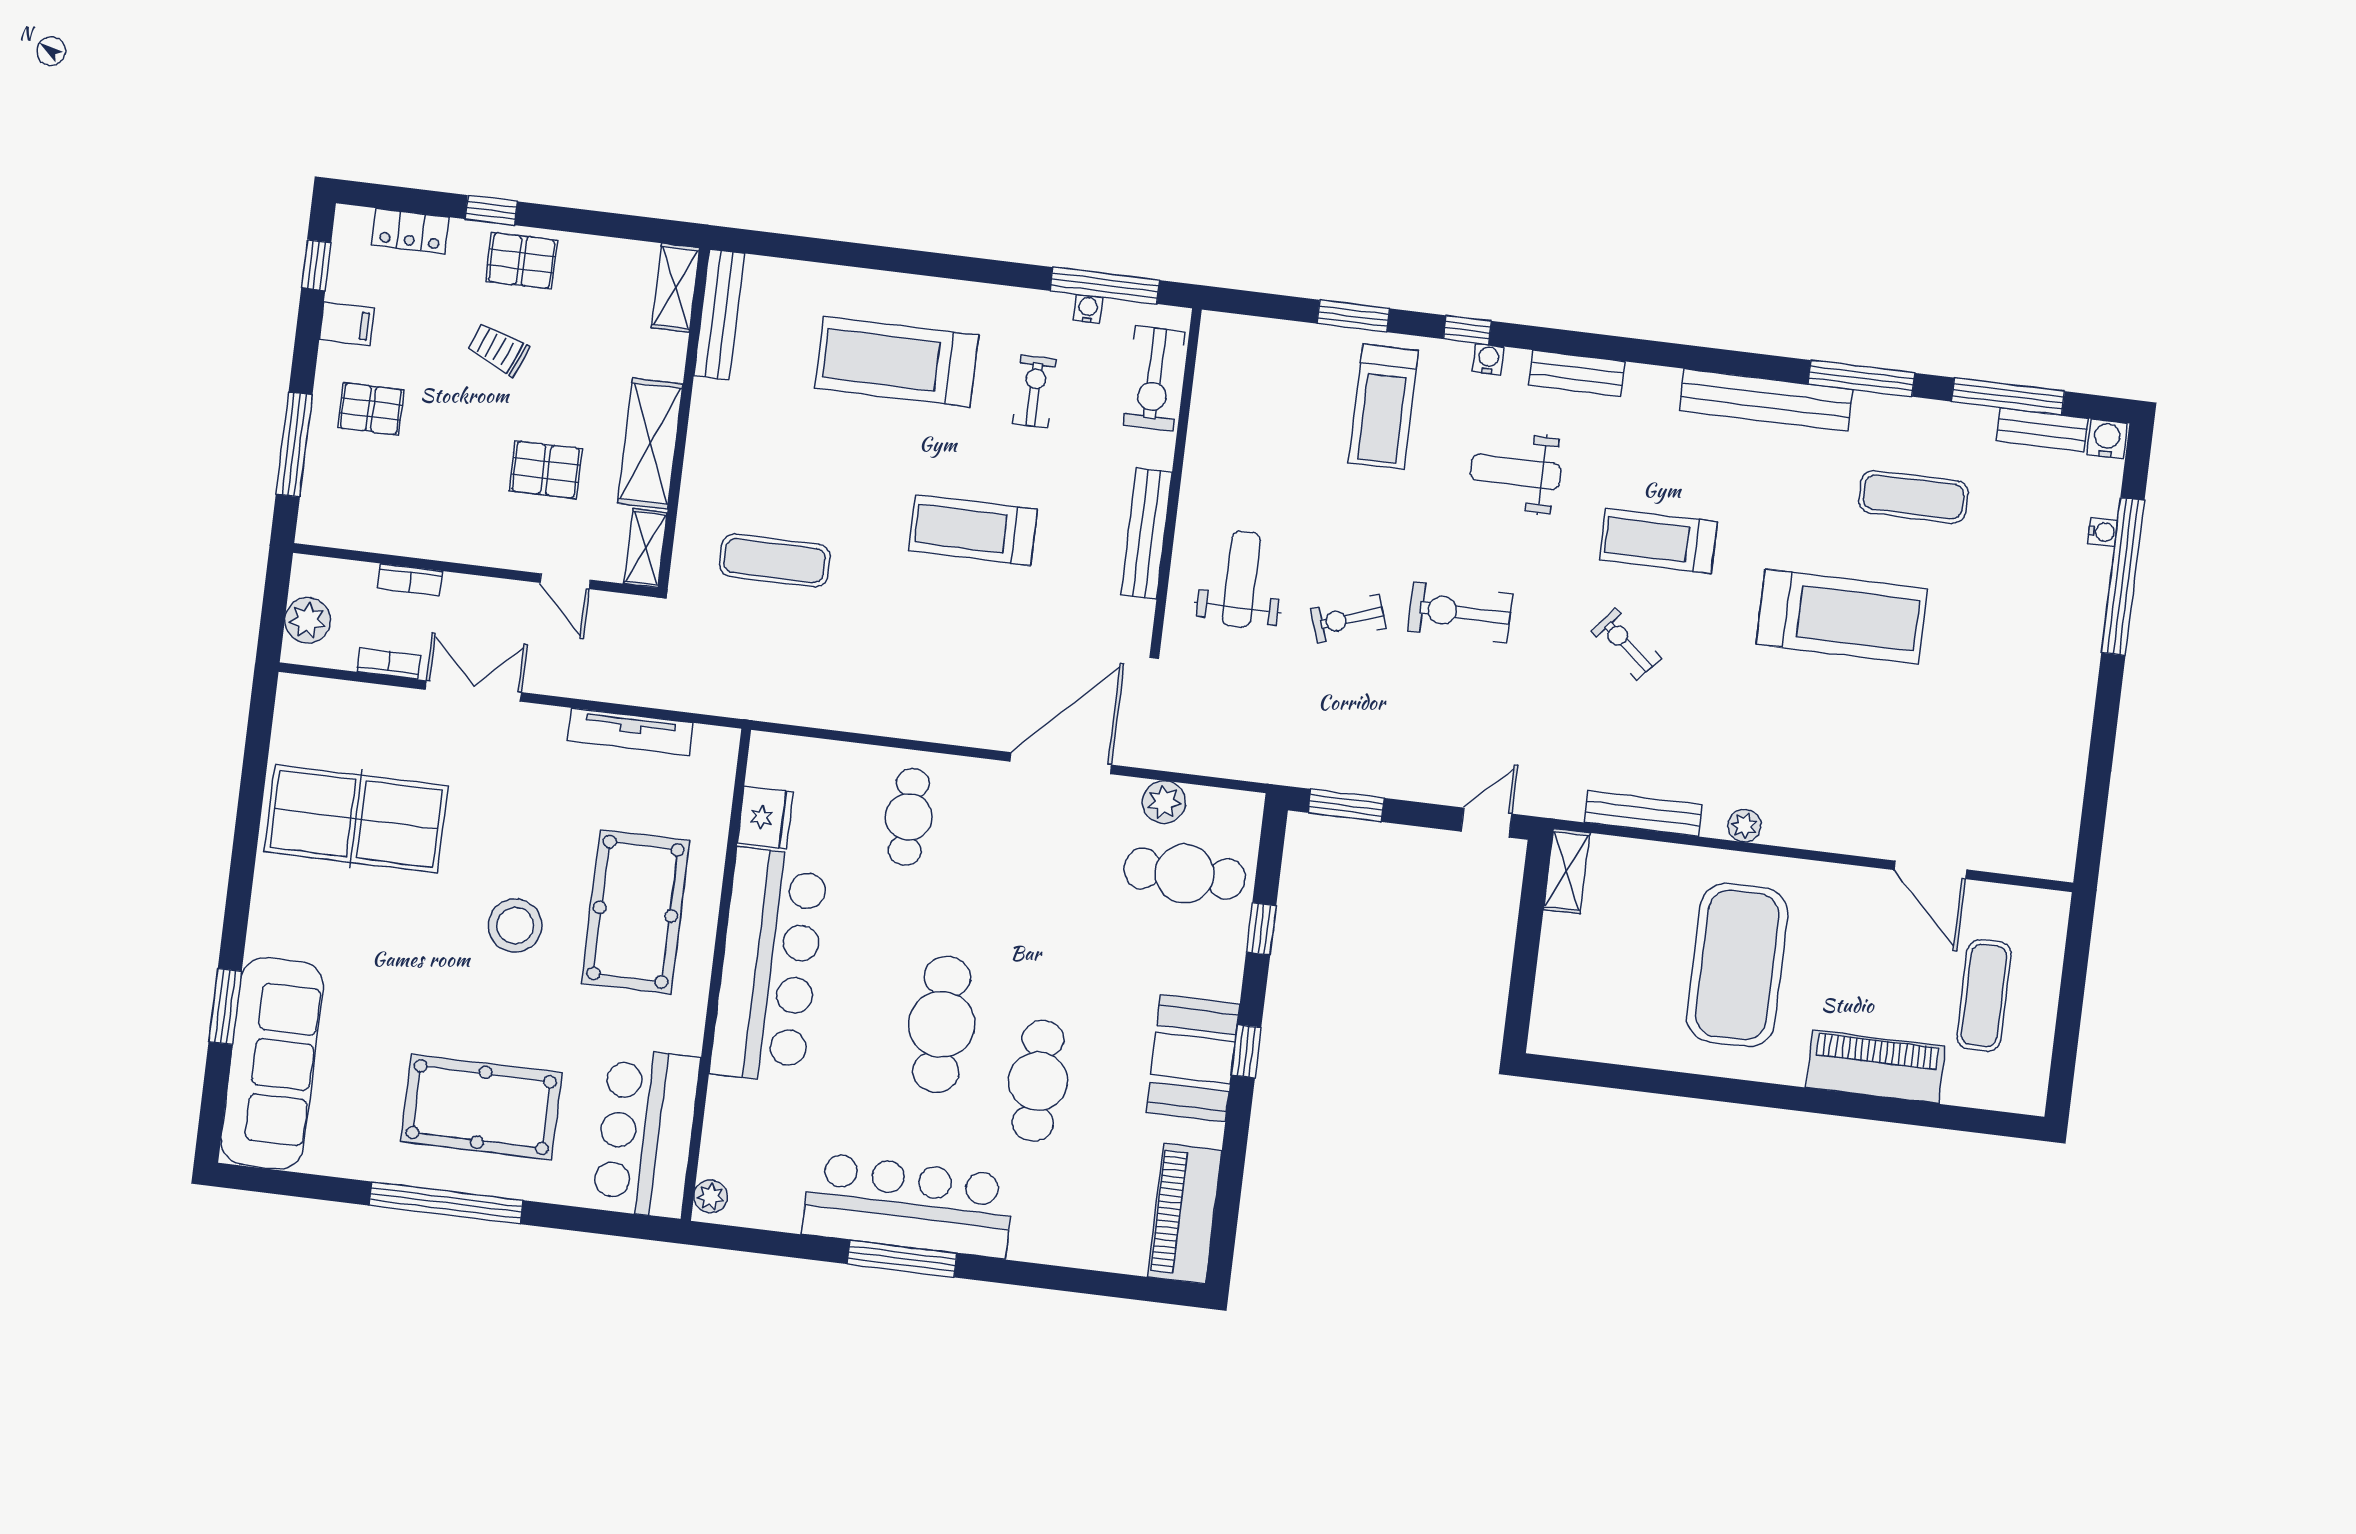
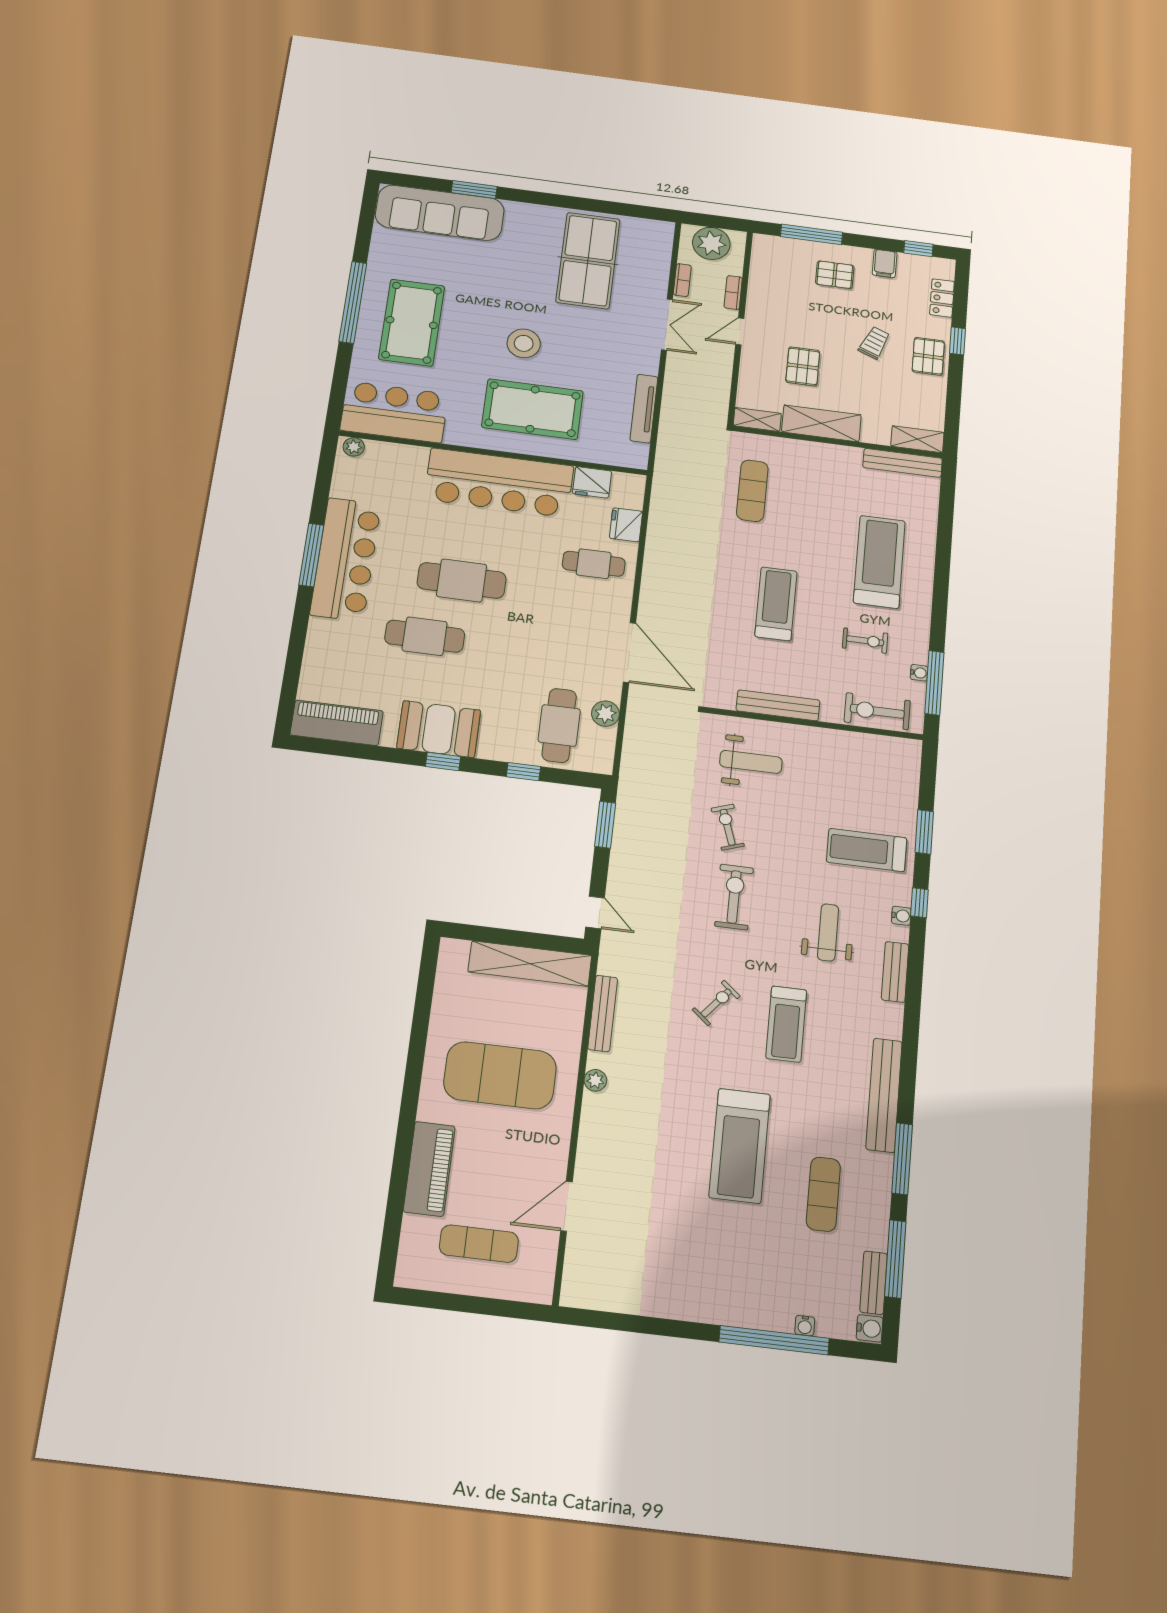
pallet: (371, 409) -> (835, 275), turned 90
treadmill: (1658, 541) -> (786, 1024), turned 180
door: (565, 581) -> (740, 331), moved
plant: (308, 620) -> (711, 243), width x1.36, depth x1.36
fridge: (840, 765) -> (626, 525), added
shelving: (1567, 871) -> (530, 964), width x2.20, depth x1.33

